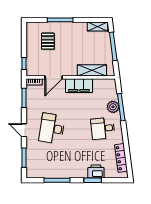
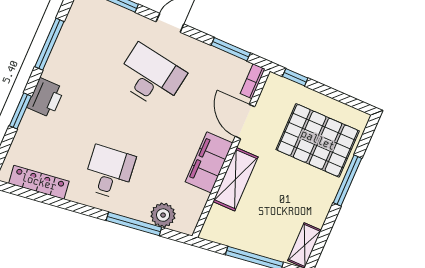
pallet: (48, 41) -> (318, 140), width x2.05, depth x2.00
shelving: (92, 70) -> (236, 179), moved
plant: (113, 107) -> (163, 215), moved
printer: (96, 171) -> (46, 98), moved

